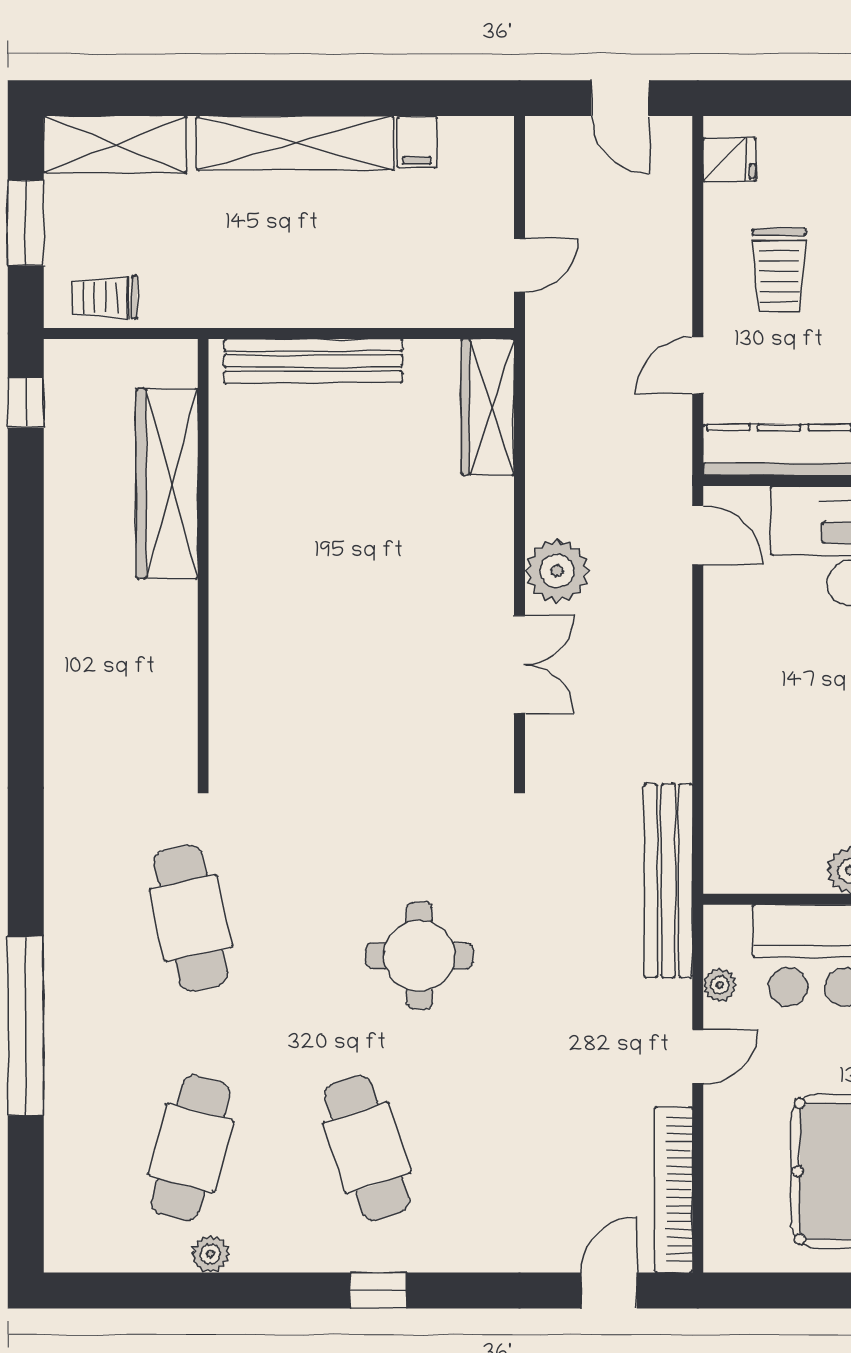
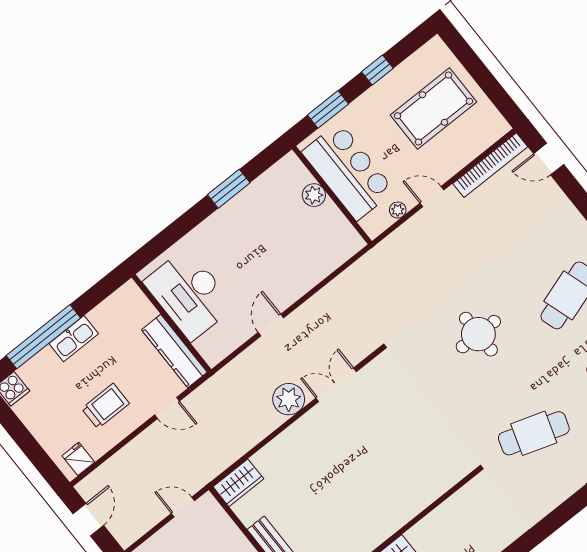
wardrobe: (488, 407) -> (238, 483), width x0.67
door: (698, 535) -> (271, 325), moved
bench: (668, 881) -> (373, 262), removed
cafe table: (191, 918) -> (534, 433), turned 30

